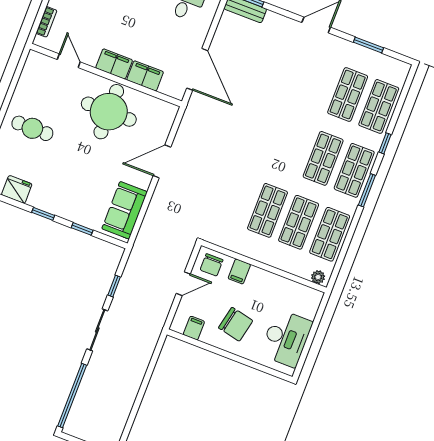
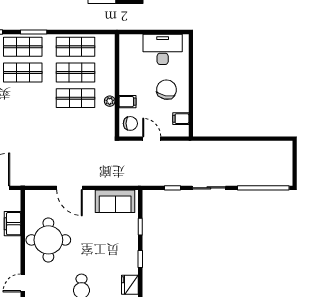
filing cabinet: (114, 64) -> (12, 249), removed
plant: (318, 277) -> (110, 101), moved

